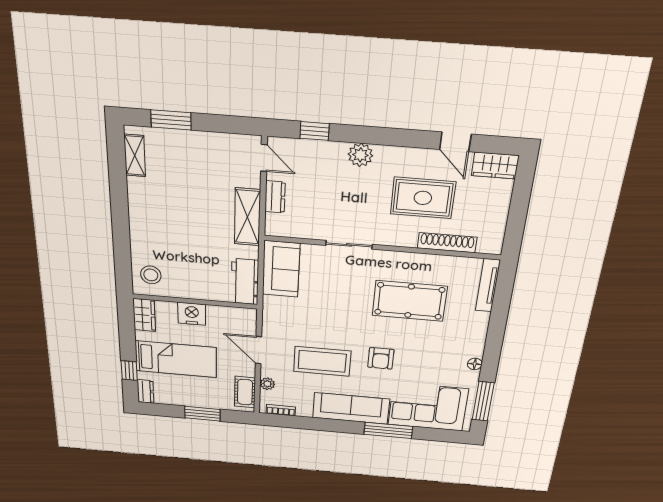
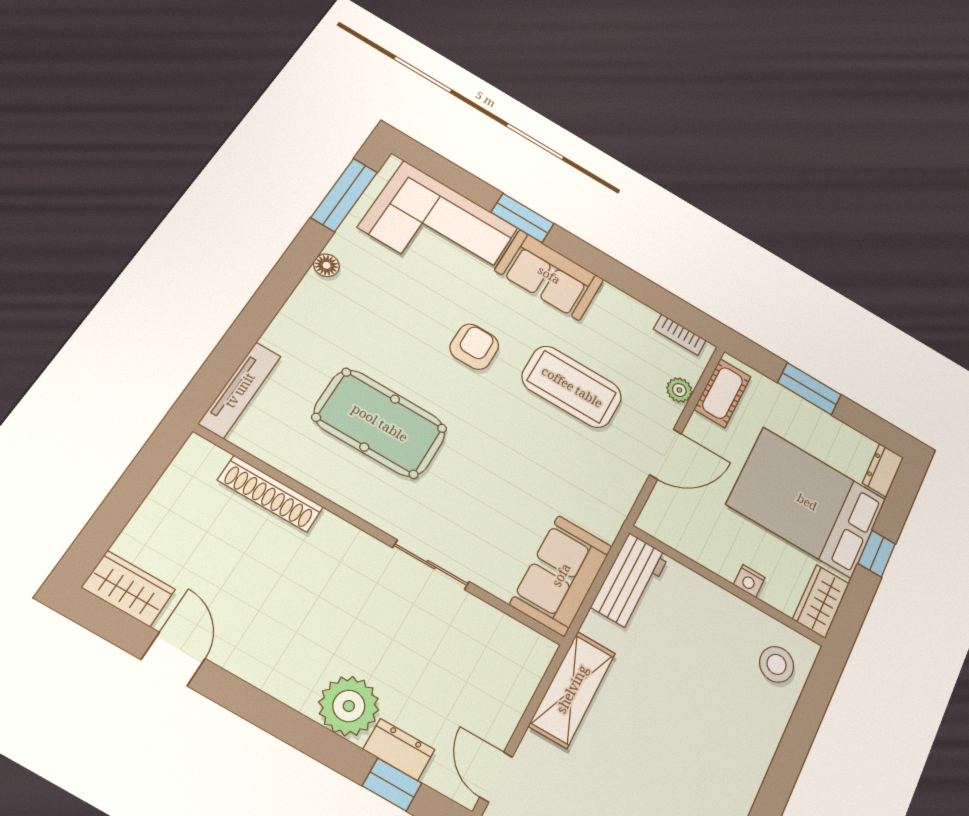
plant: (360, 155) -> (349, 706), width x1.36, depth x1.36
dresser: (275, 197) -> (399, 749), moved, turned 90
rug: (423, 198) -> (272, 588), removed
nightstand: (192, 314) -> (749, 581), width x0.53, depth x0.56
door: (258, 350) -> (666, 454), hinge flipped
bed: (176, 359) -> (807, 502), width x1.50
window: (129, 371) -> (877, 554), moved
sofa: (351, 408) -> (549, 275), width x0.73
window: (388, 430) -> (522, 218), width x0.69

